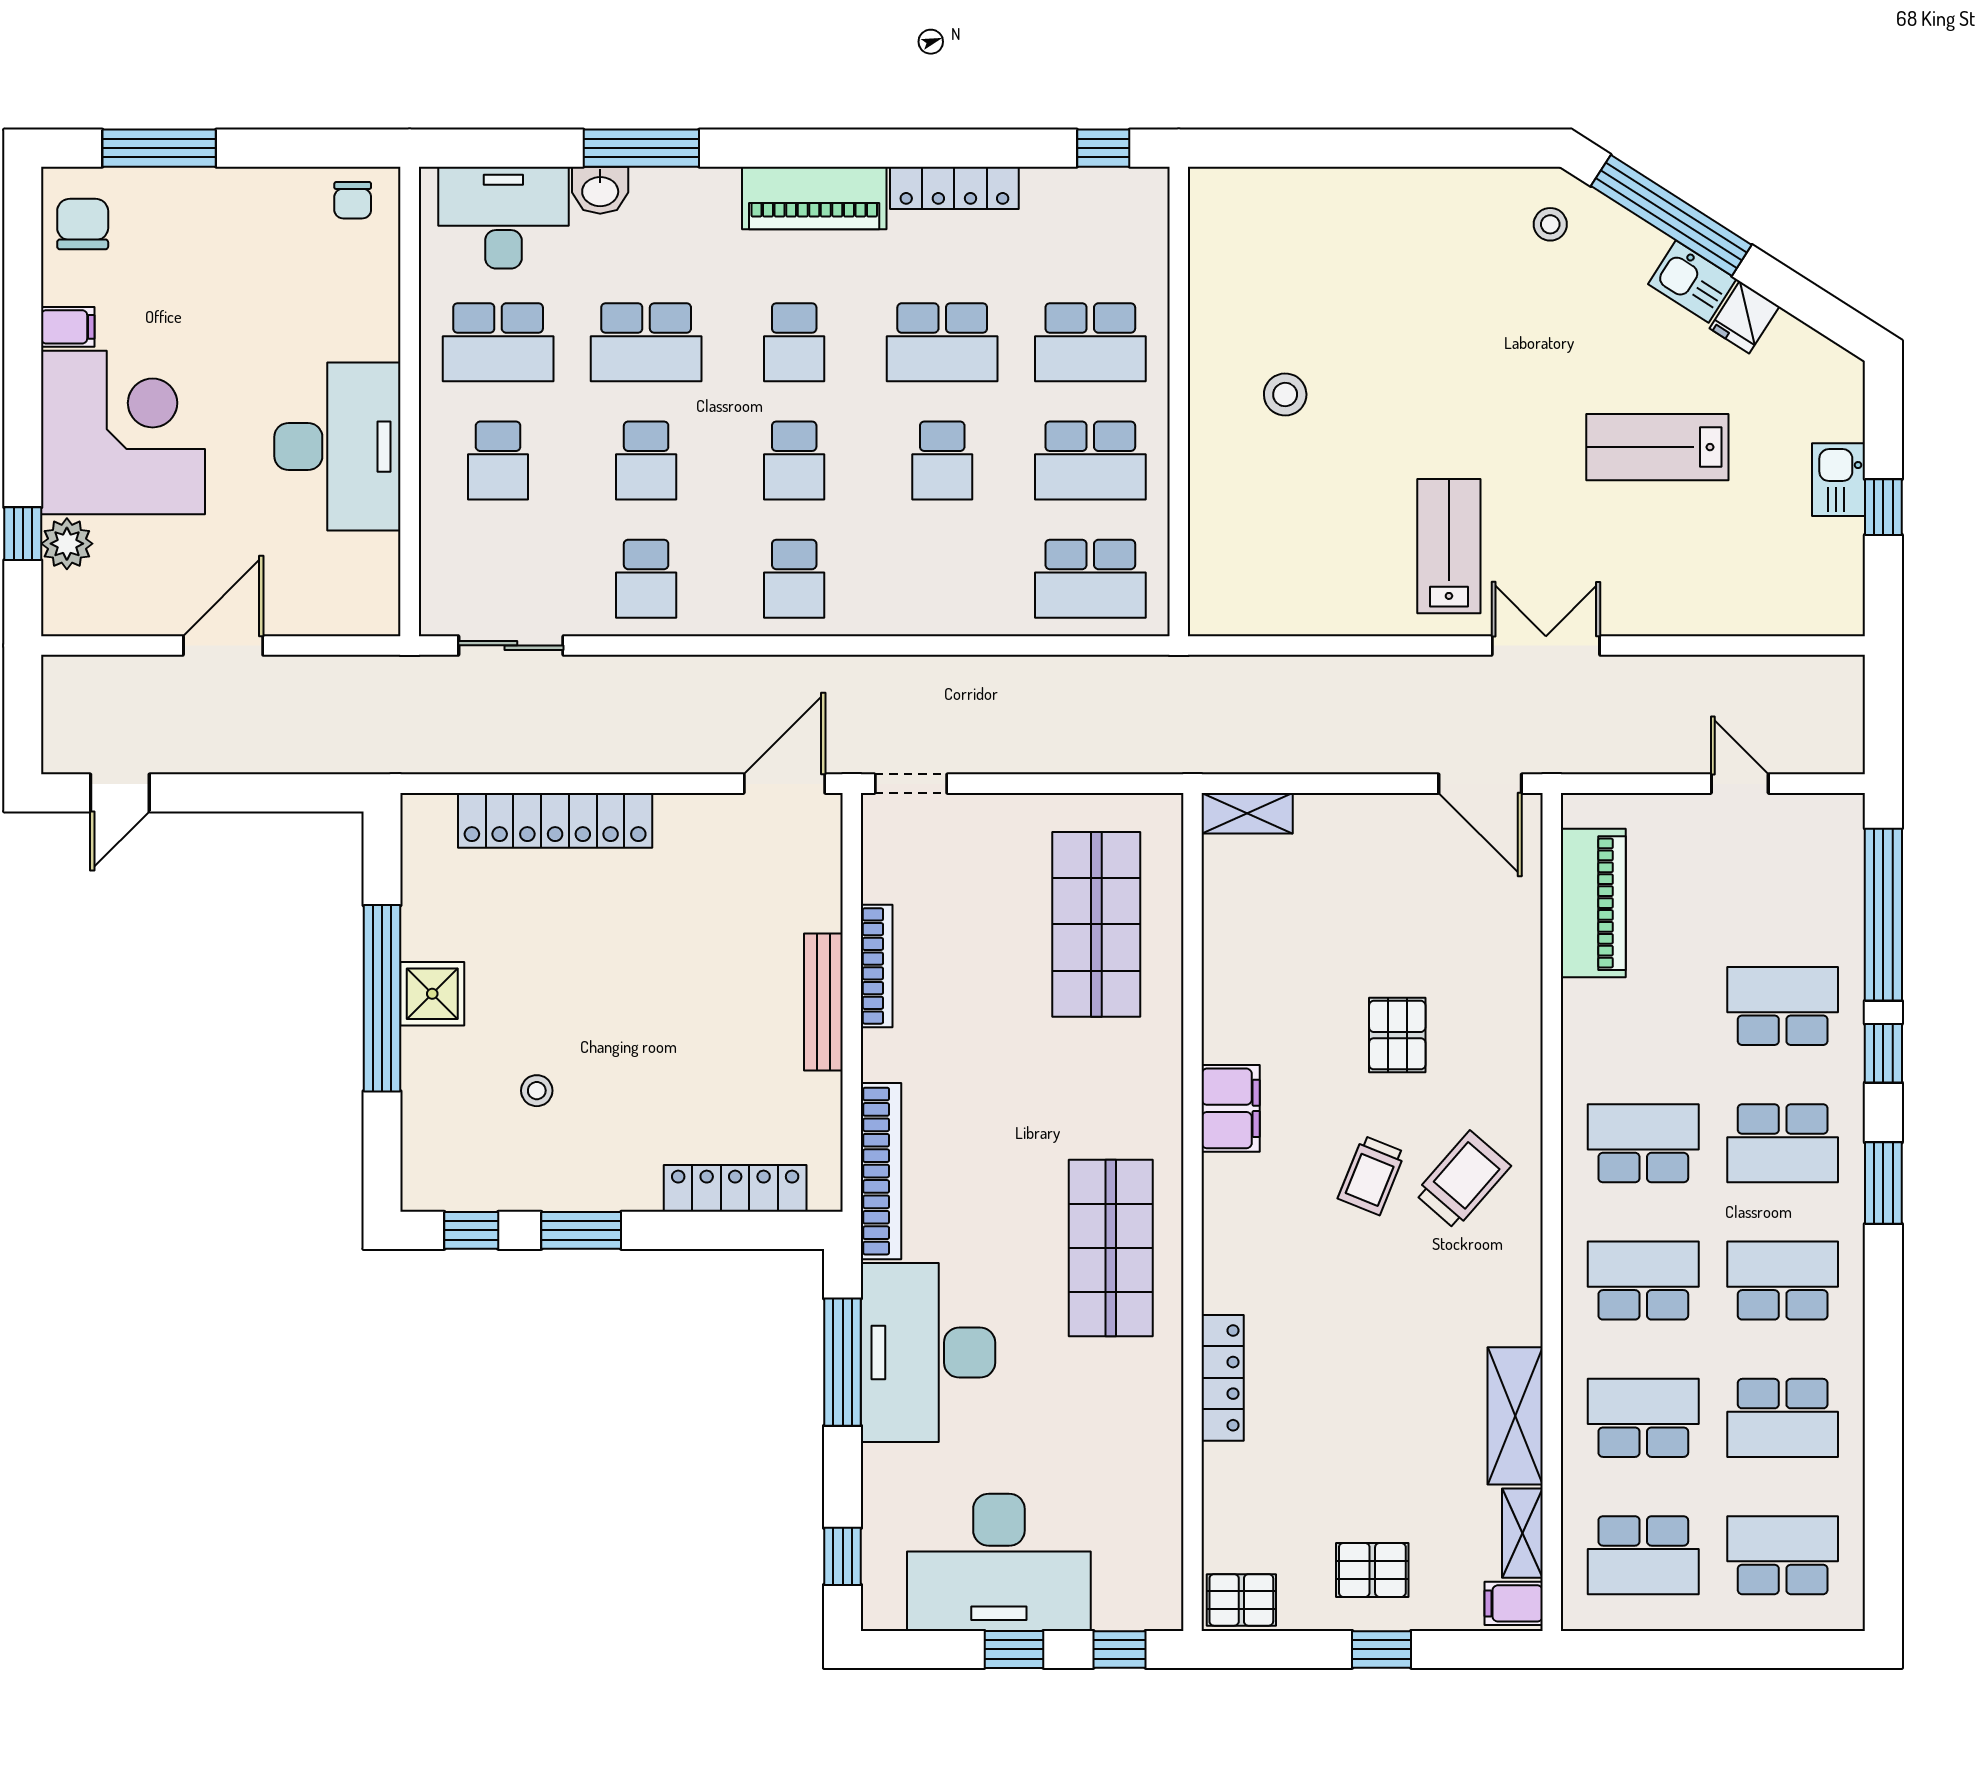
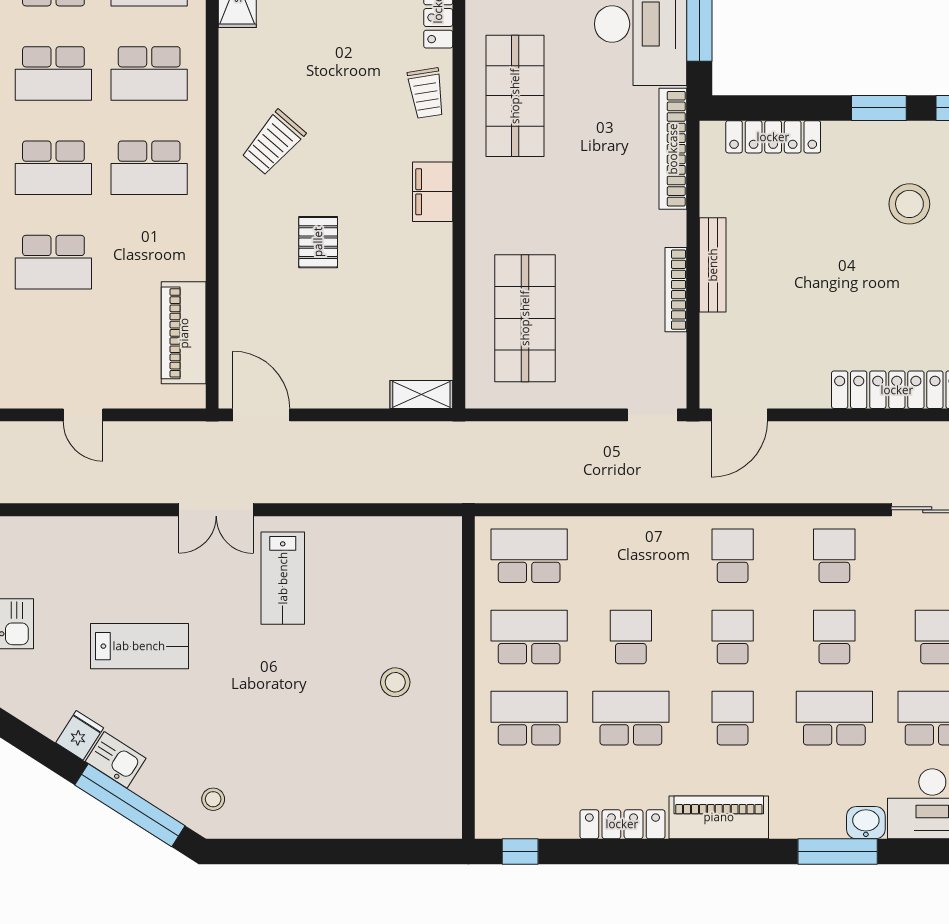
stool: (537, 1091) -> (909, 204), width x1.89, depth x1.89
school desk: (1783, 1143) -> (53, 168), turned 180
trolley: (1371, 1175) -> (426, 93), moved, turned 149

